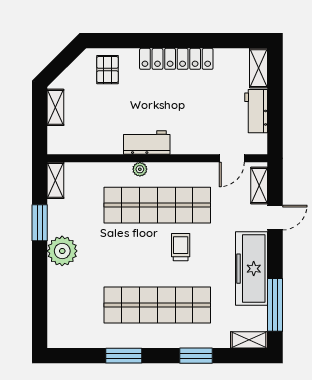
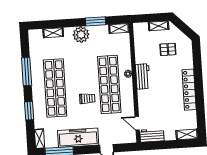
pallet: (108, 70) -> (168, 49), moved
workbench: (256, 111) -> (152, 135), moved
shelving: (259, 186) -> (53, 33), moved
window: (124, 356) -> (27, 72), width x1.44

